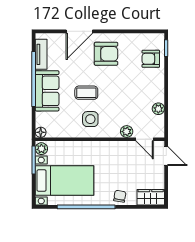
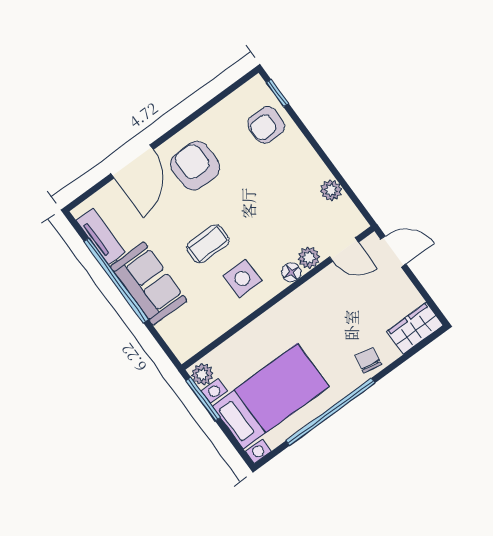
armchair: (106, 54) -> (195, 166), turned -90
floor lamp: (41, 132) -> (291, 272), moved

